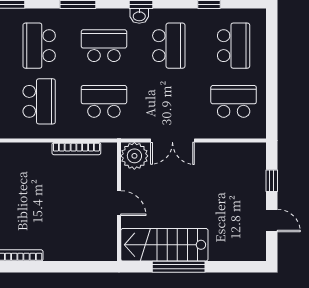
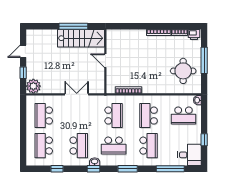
school desk: (169, 46) -> (79, 146), turned 180
school desk: (104, 101) -> (114, 116), turned -90
school desk: (234, 101) -> (44, 116), turned 90
plant: (134, 156) -> (33, 86), moved
door: (272, 221) -> (23, 51), hinge flipped

